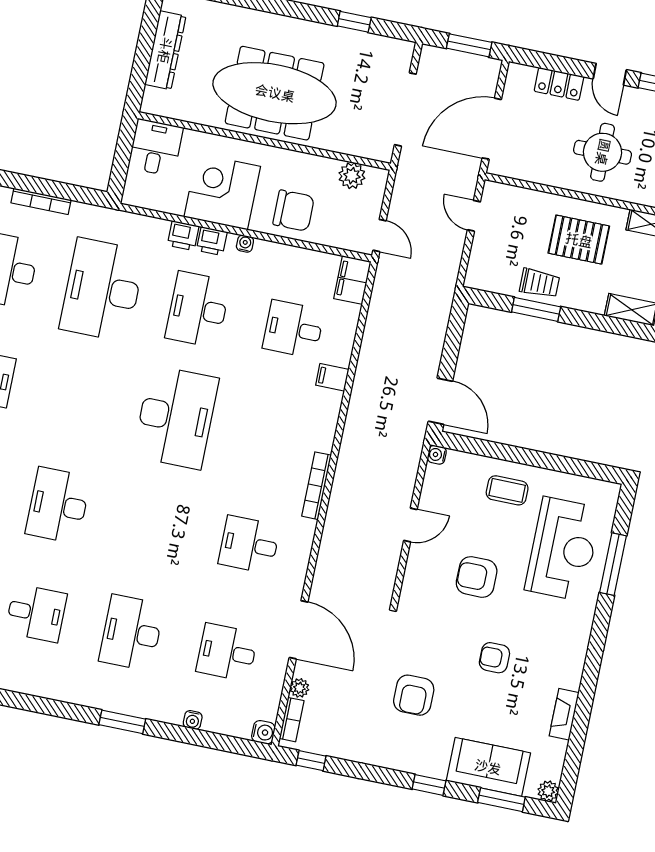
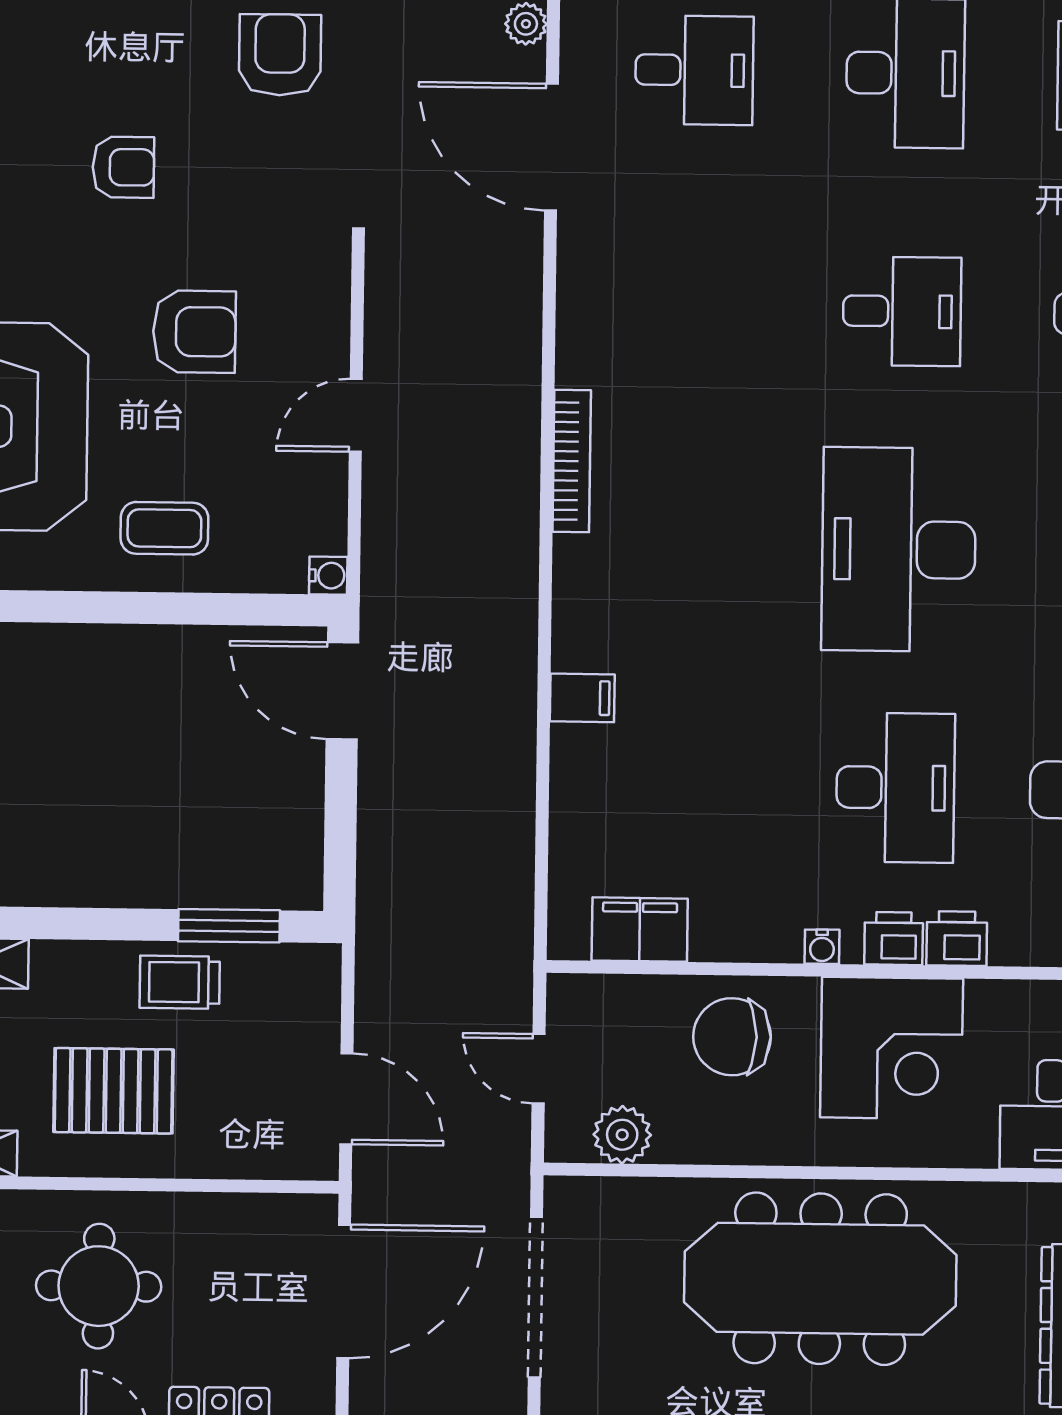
door: (474, 216) -> (346, 1099), width x1.38
door: (379, 236) -> (539, 1069), moved
filing cabinet: (352, 280) -> (640, 930), moved, turned -90
window: (536, 309) -> (229, 926), moved
desk: (293, 329) -> (684, 785), removed
desk: (249, 545) -> (902, 311), moved

